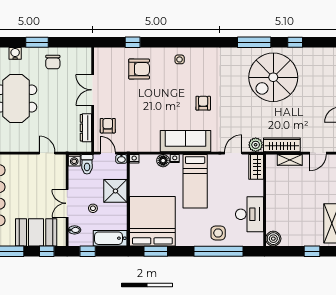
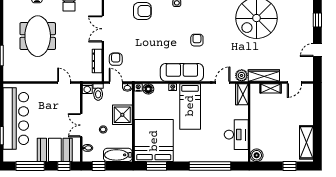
floor lamp: (163, 161) -> (148, 89), moved
side table: (218, 233) -> (210, 151), removed

